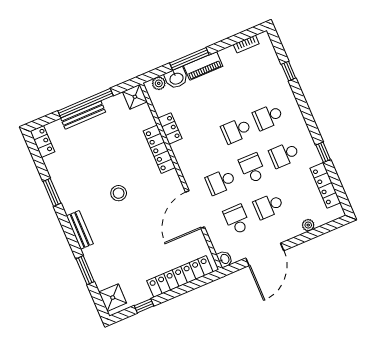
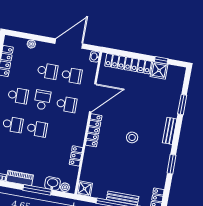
piano: (203, 66) -> (20, 178), moved
locker: (159, 149) -> (94, 130), moved
school desk: (252, 168) -> (42, 100), turned 180
school desk: (237, 219) -> (72, 75), turned -90
shower: (113, 298) -> (159, 70), moved

